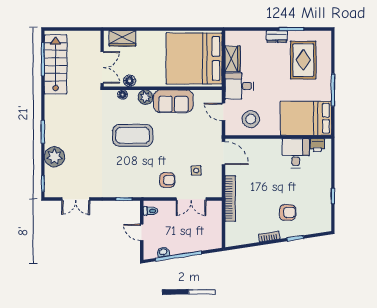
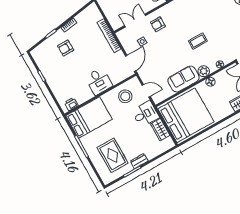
floor lamp: (130, 81) -> (210, 82), moved
coffee table: (133, 135) -> (198, 41), width x0.54, depth x0.58
door: (223, 153) -> (131, 63), swing flipped
desk: (296, 153) -> (99, 81), moved

